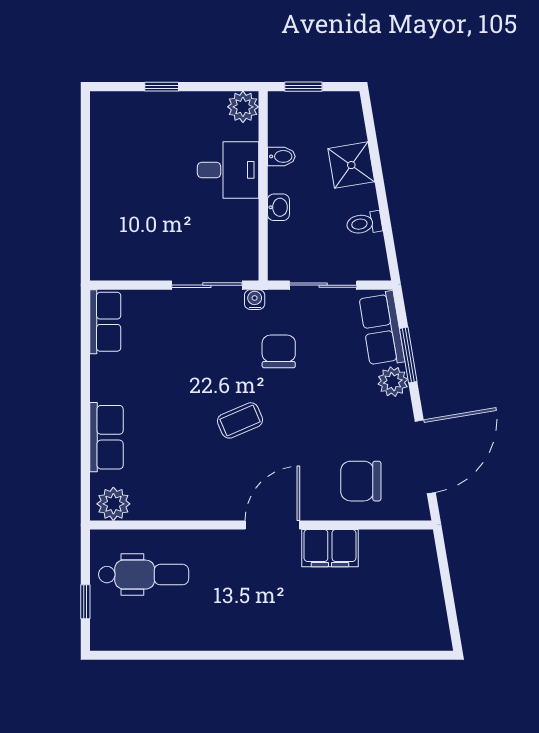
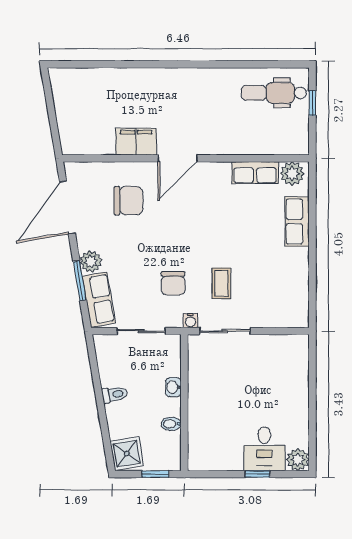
plant: (243, 107) -> (298, 460), moved
shower: (351, 165) -> (127, 454), moved
desk: (228, 170) -> (264, 449), moved, turned -90
toilet: (364, 223) -> (115, 394), moved
row of seats: (105, 322) -> (255, 173), moved, turned -90
coffee table: (240, 420) -> (221, 283), moved, turned -67
chair: (361, 481) -> (128, 201), moved
dental chair: (144, 575) -> (274, 93), moved

